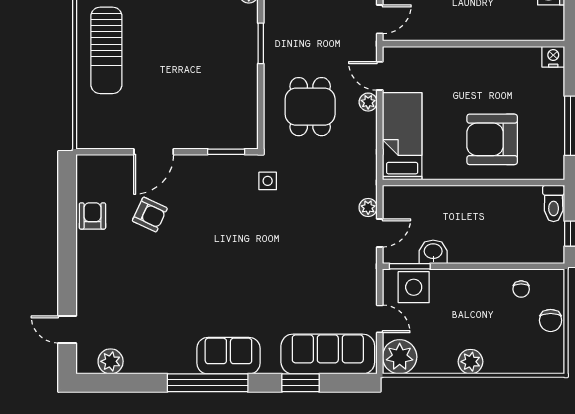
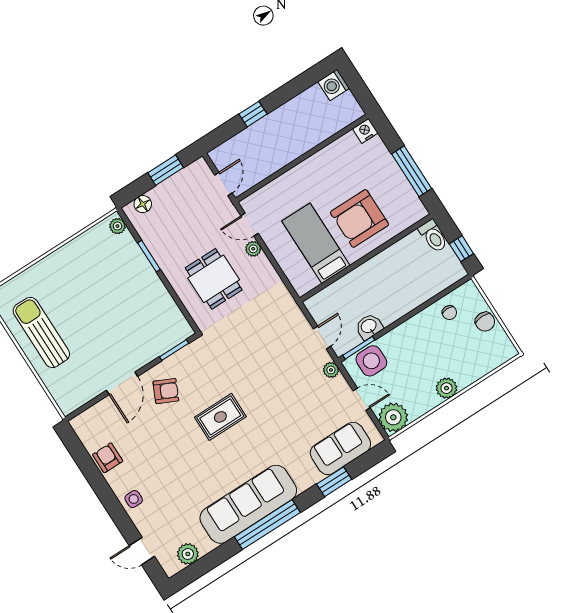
sun lounger: (106, 50) -> (41, 332), turned 180
bed: (402, 136) -> (316, 243), moved
side table: (268, 181) -> (134, 499), moved
plant: (368, 207) -> (331, 370), moved
armchair: (150, 215) -> (166, 391), moved
rug: (229, 247) -> (220, 417), added
sofa: (328, 354) -> (340, 448), width x0.73
sofa: (228, 356) -> (248, 504), width x1.85, depth x1.27

